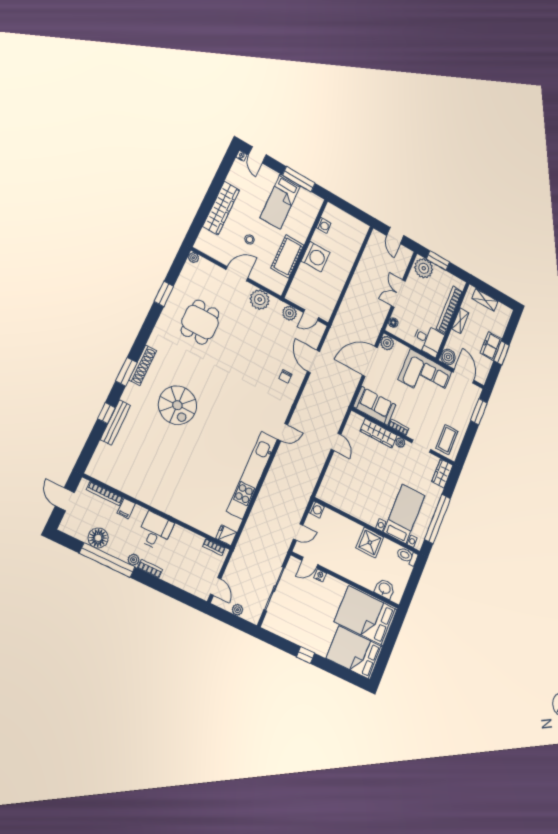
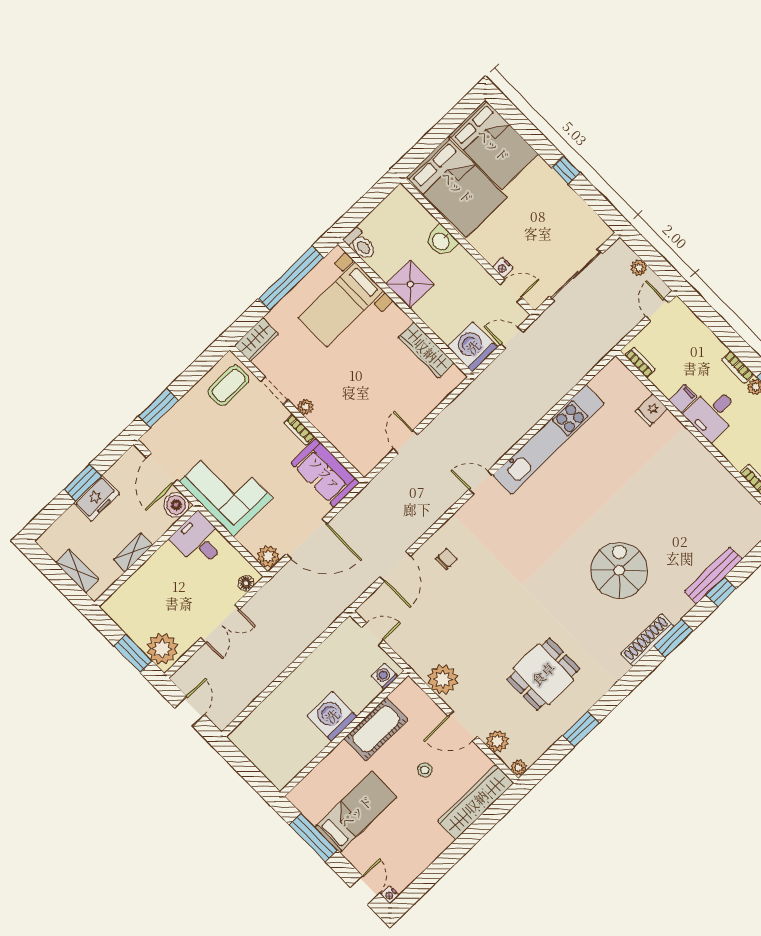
wardrobe: (221, 208) -> (476, 802), moved
washing machine: (324, 225) -> (385, 676), moved
bookcase: (449, 310) -> (145, 574), removed
plant: (290, 313) -> (497, 741), moved
wardrobe: (379, 433) -> (426, 350), moved, turned 180
filing cabinet: (126, 508) -> (683, 398), moved
washing machine: (317, 509) -> (473, 347), width x1.89, depth x1.89
fridge: (226, 535) -> (651, 410), moved, turned 90
washbasin: (384, 589) -> (441, 241), moved

